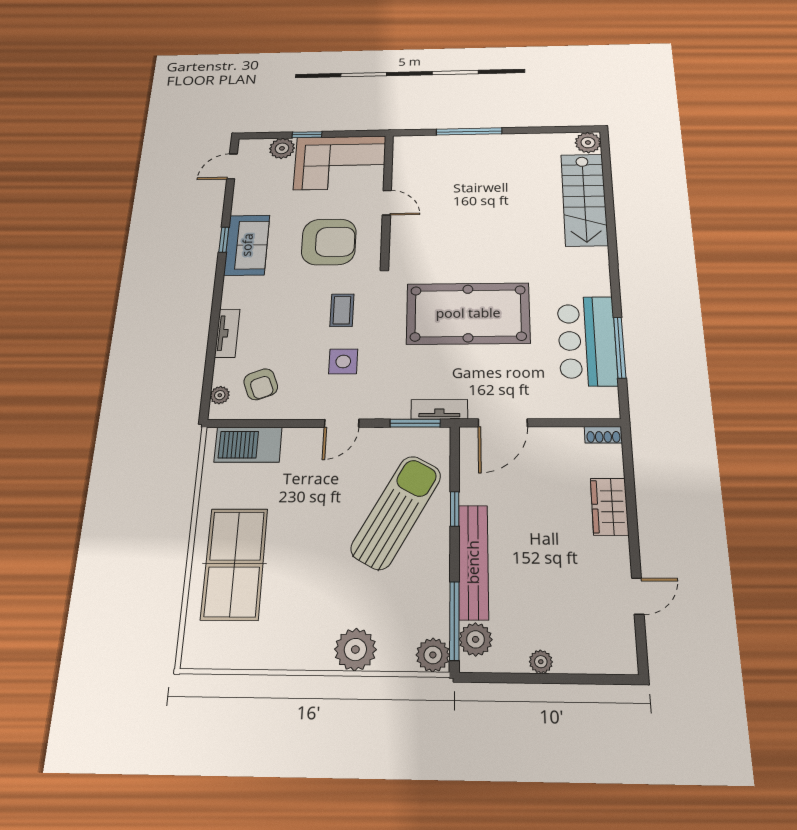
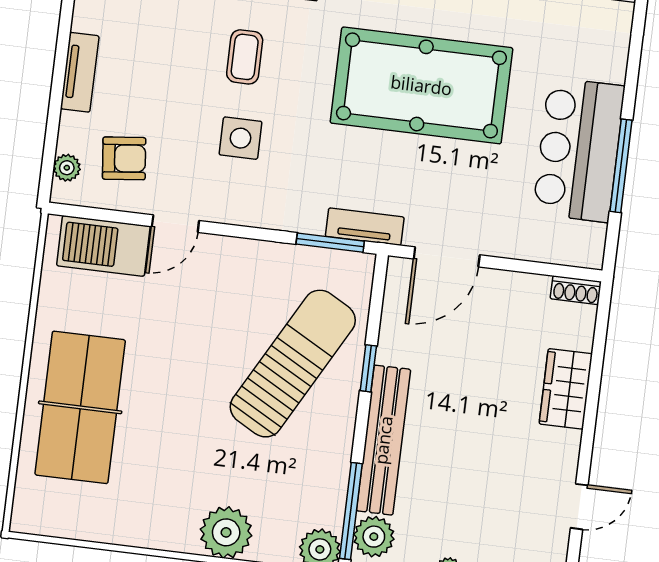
armchair: (261, 384) -> (124, 158), turned -75
door: (342, 423) -> (175, 224), moved

